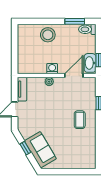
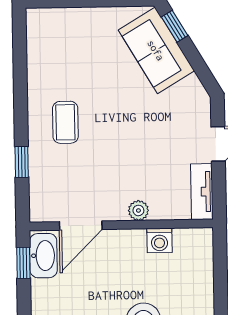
washing machine: (52, 69) -> (159, 240), moved
window: (25, 148) -> (175, 26), moved

